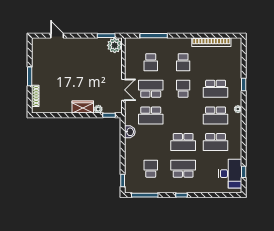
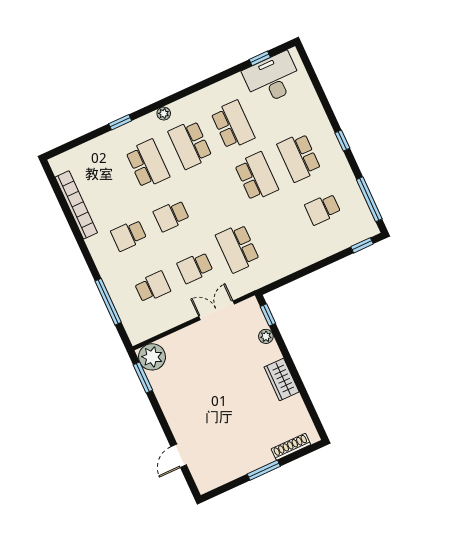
school desk: (183, 62) -> (129, 235), turned 180
school desk: (151, 89) -> (195, 268), width x0.54
wardrobe: (83, 107) -> (282, 379), moved
school desk: (151, 115) -> (238, 248), turned 180
school desk: (216, 115) -> (190, 144), turned 180
washbasin: (130, 132) -> (279, 269), removed

